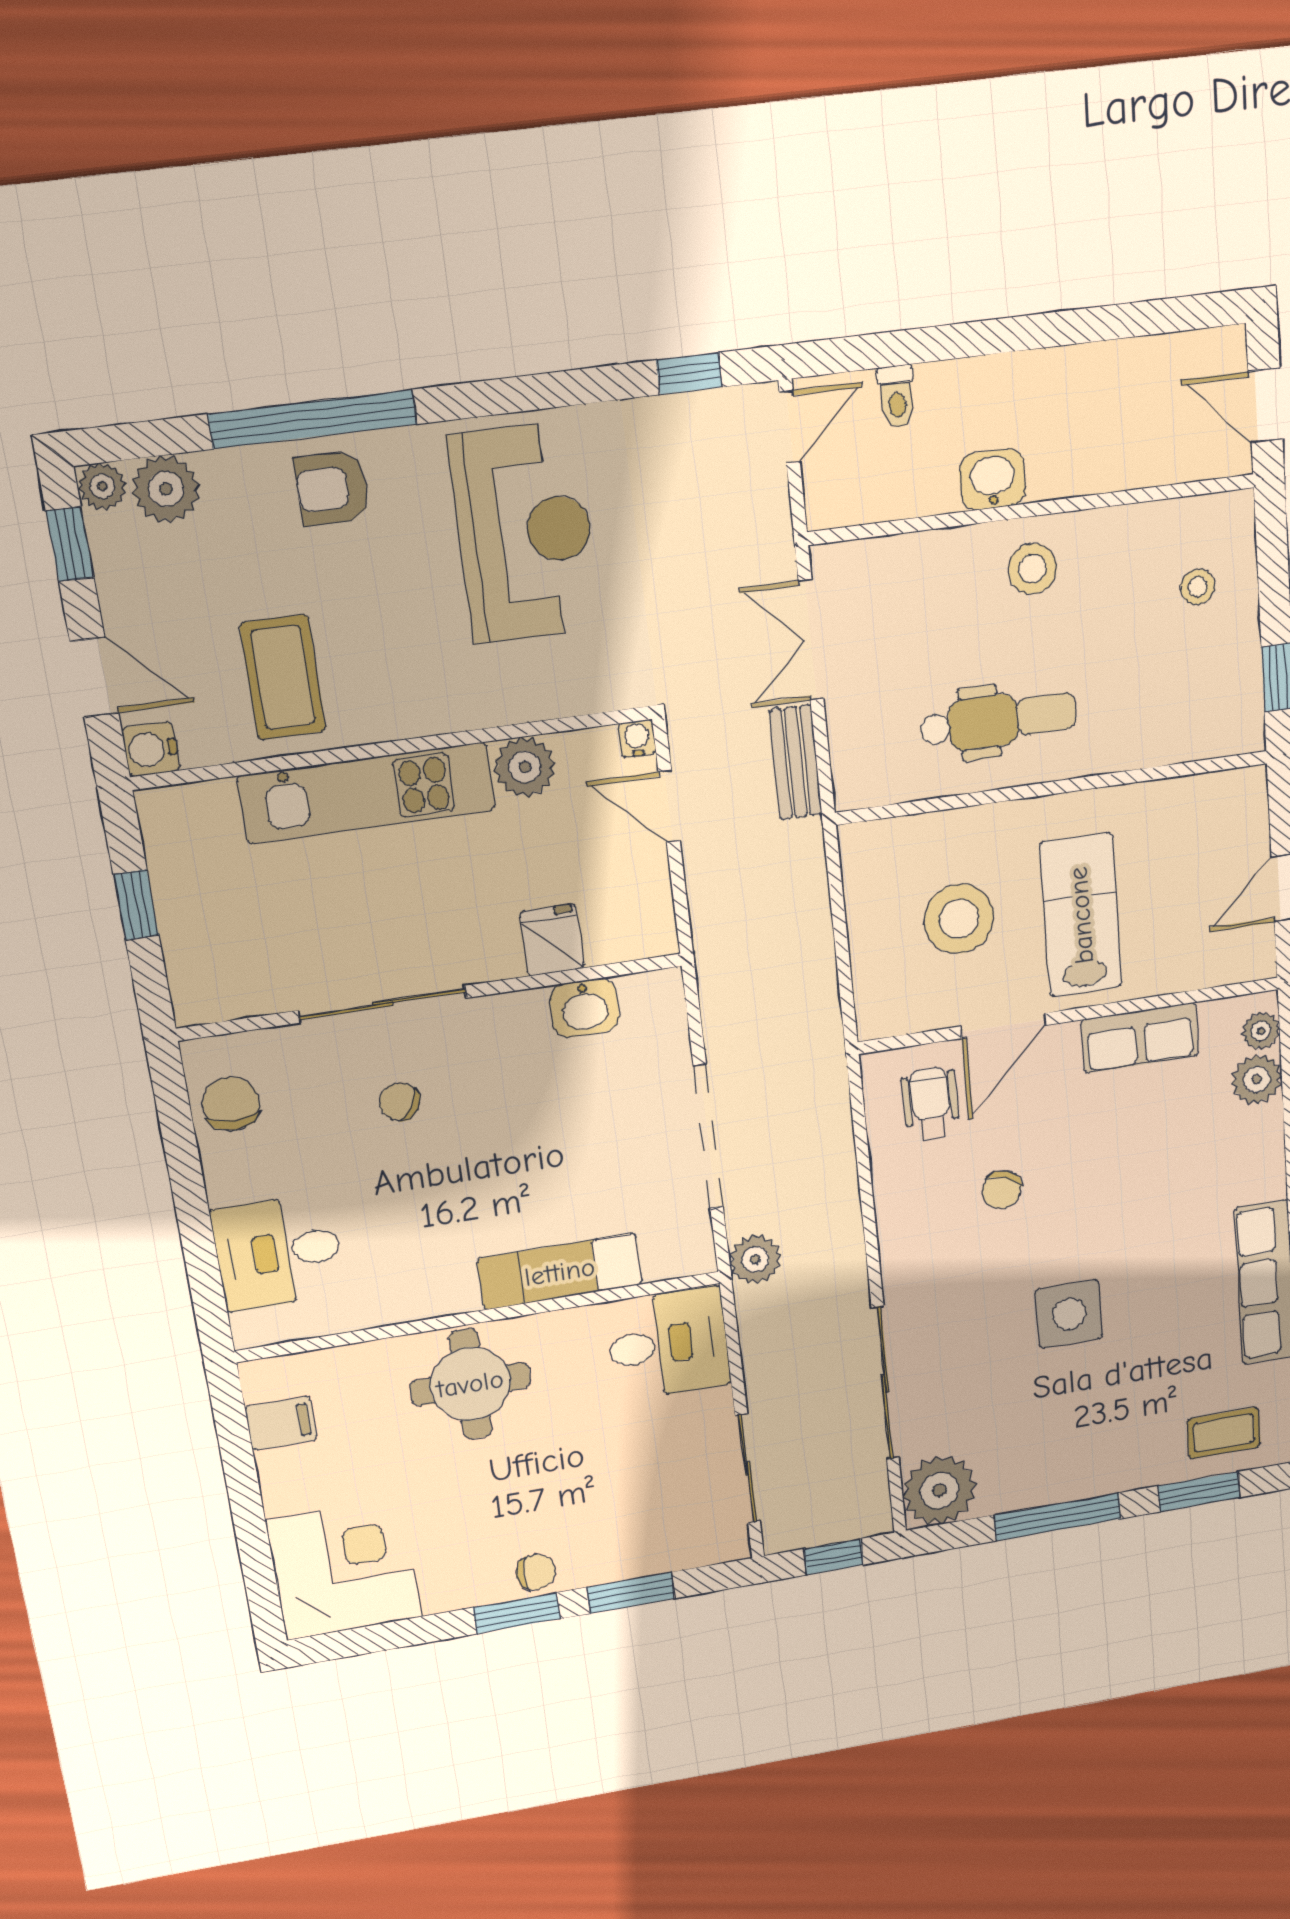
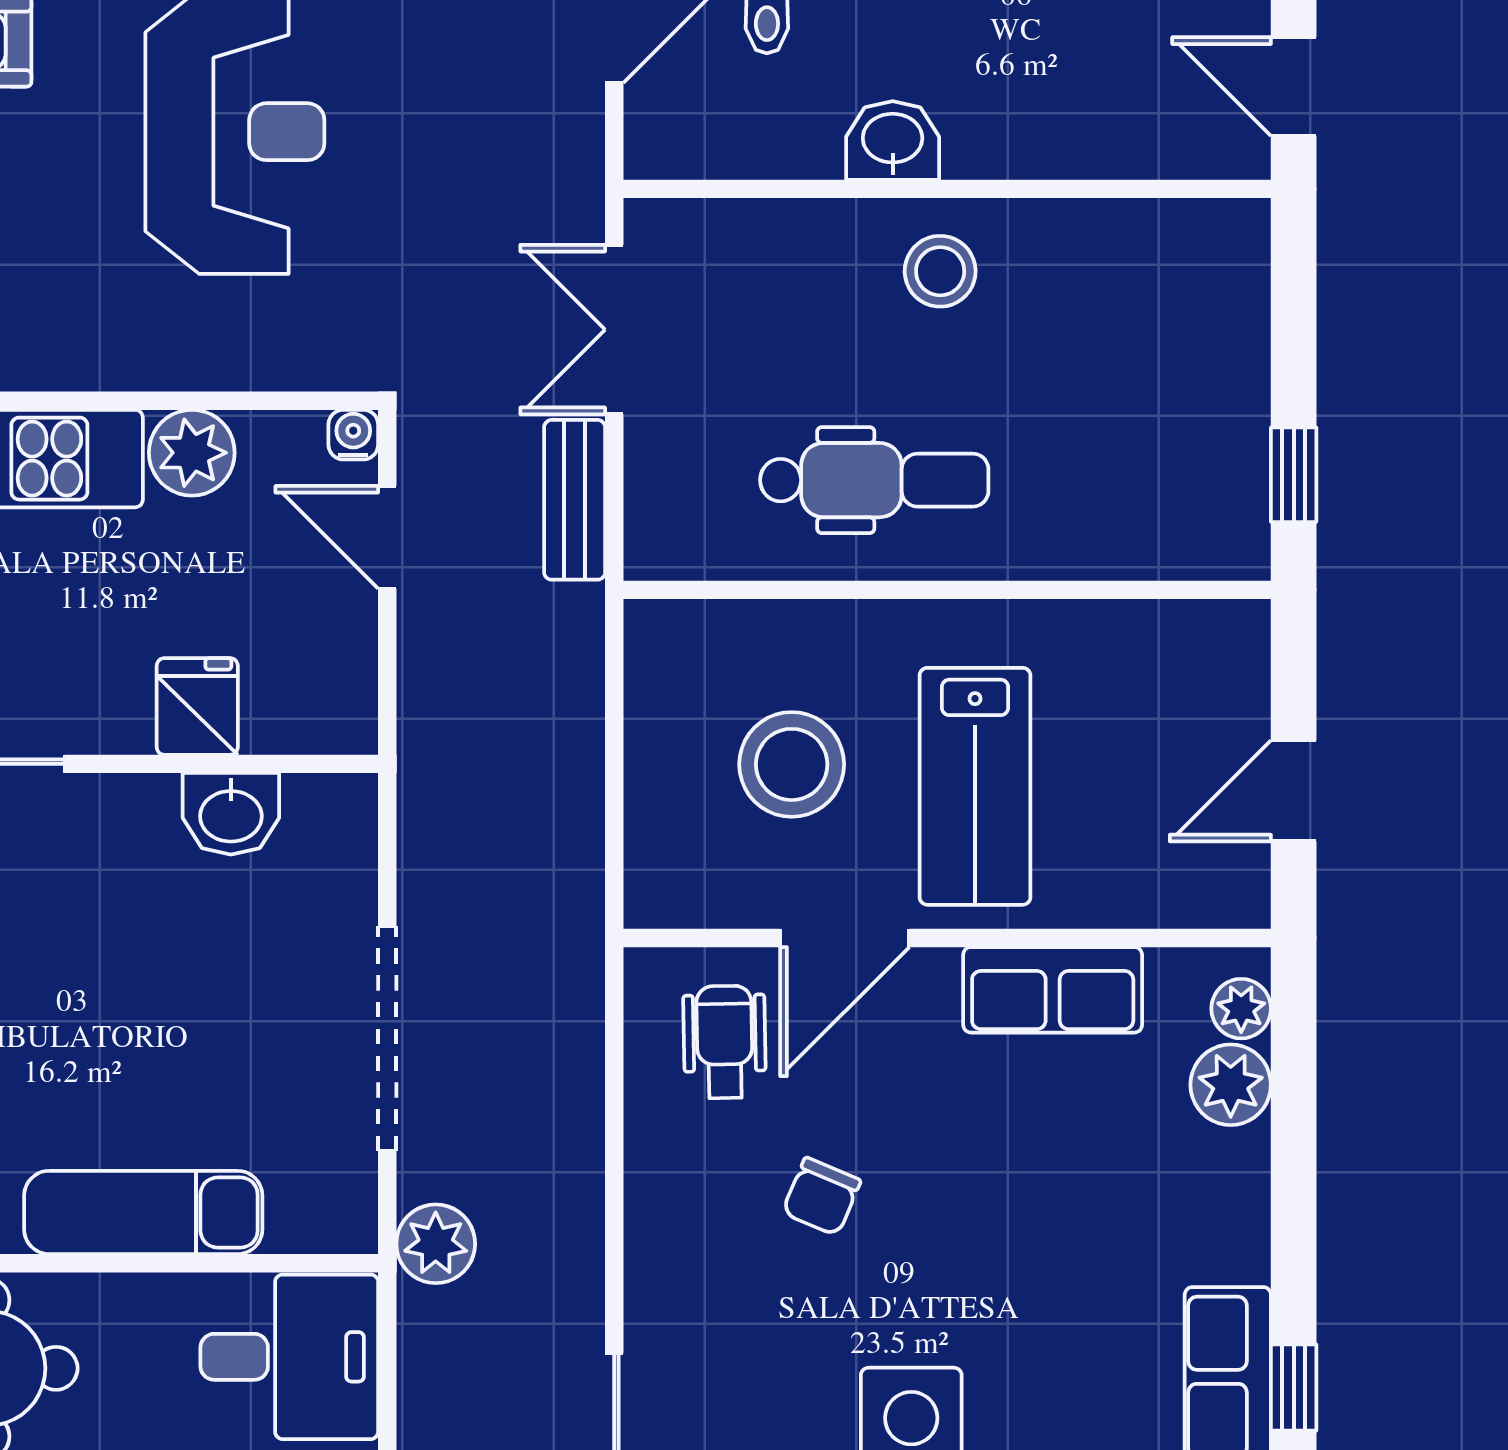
stool: (1198, 587) -> (1180, 328), removed
lab bench: (1081, 915) -> (975, 786), turned 180

